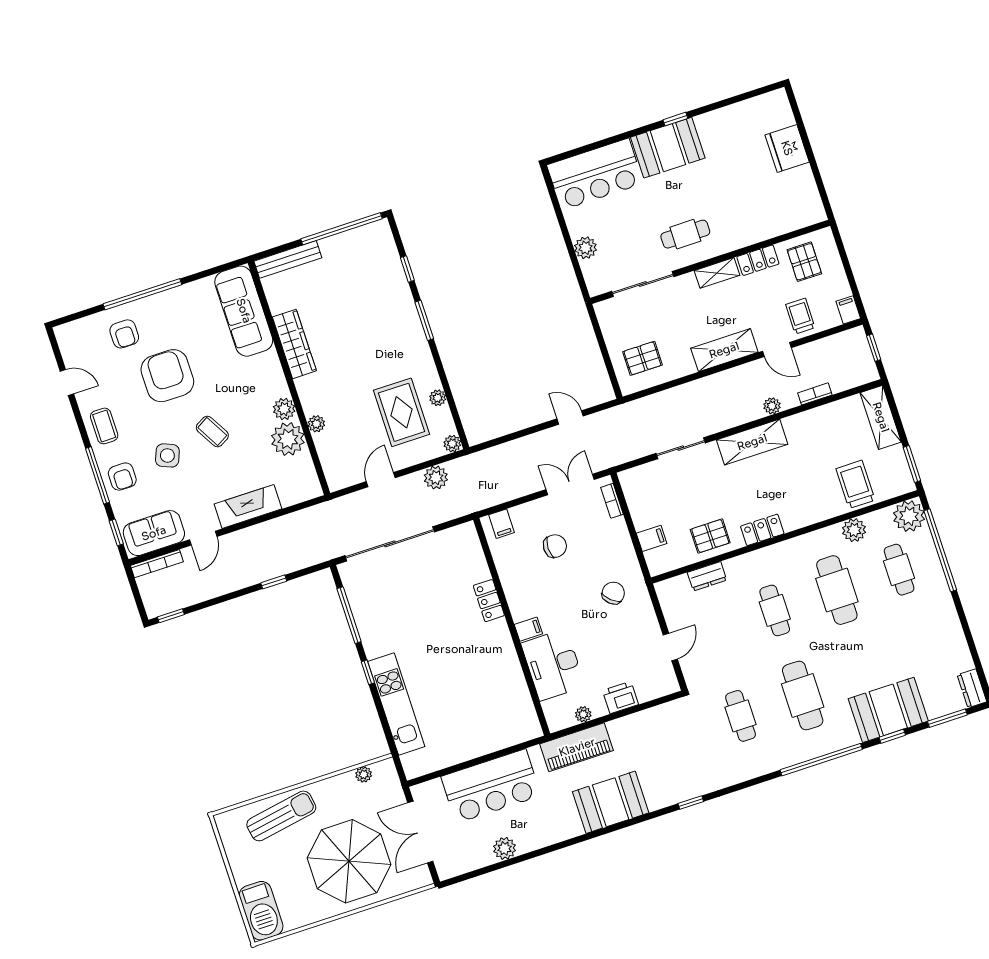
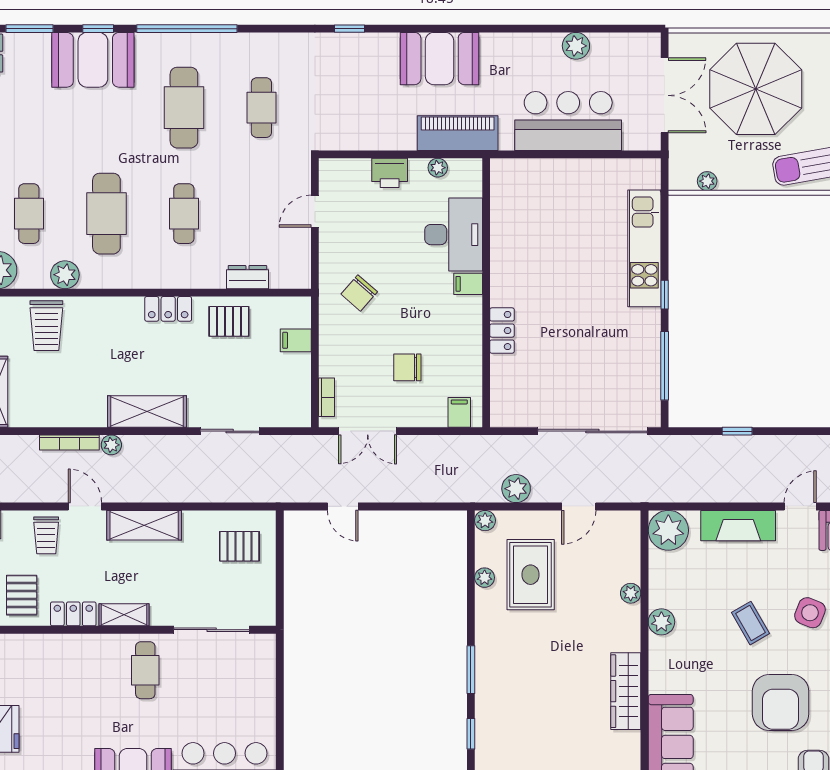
cafe table: (685, 234) -> (145, 670), turned 90
plant: (586, 248) -> (263, 692), removed
bookcase: (815, 394) -> (69, 442), width x1.56
plant: (288, 439) -> (668, 530), moved

